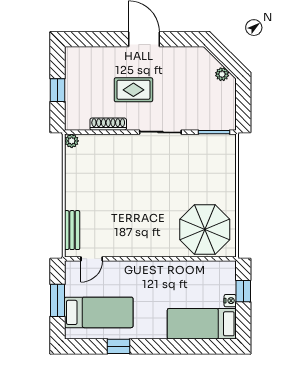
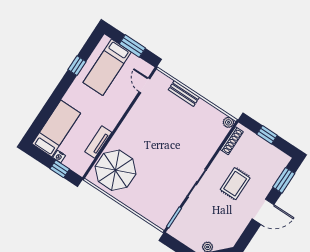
window: (95, 39) -> (284, 180), added
shoe rack: (108, 124) -> (232, 141), moved
bench: (72, 230) -> (184, 93), moved
tv unit: (186, 268) -> (98, 142), added

